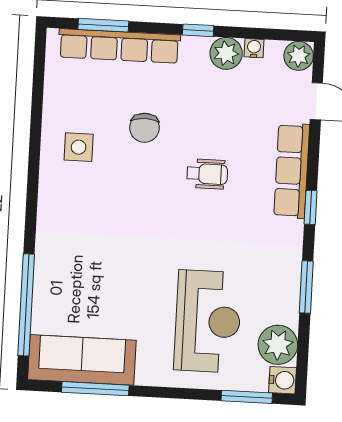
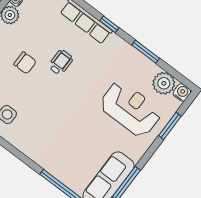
chair: (145, 128) -> (25, 63), moved
window: (247, 397) -> (170, 126), moved

